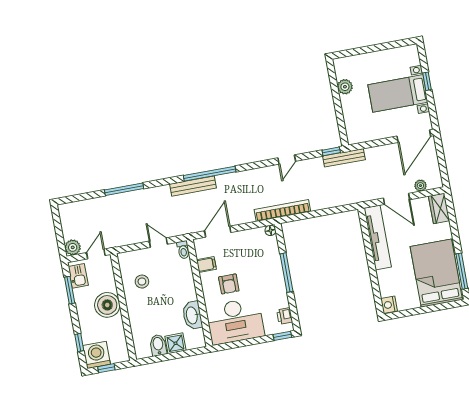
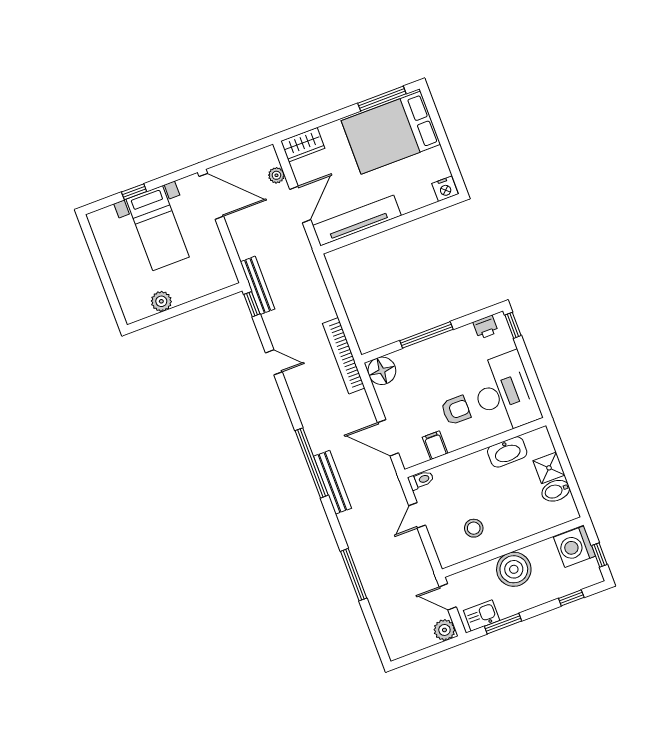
floor lamp: (270, 230) -> (382, 371), width x1.89, depth x1.89
washing machine: (97, 355) -> (574, 547), moved

